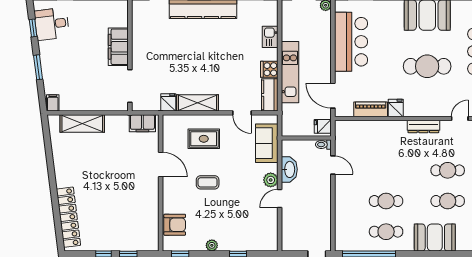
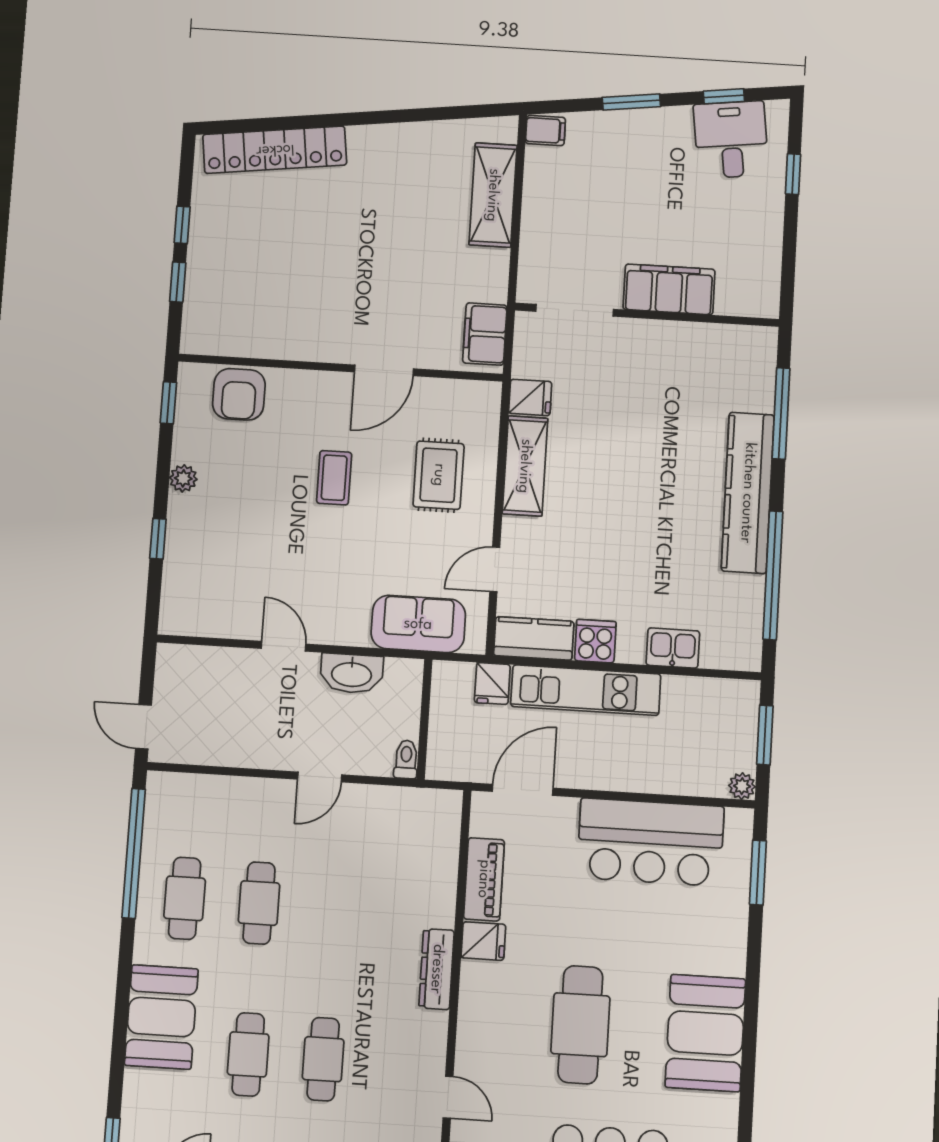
fridge: (323, 126) -> (492, 684), moved, turned 180
dresser: (423, 126) -> (437, 969), moved
door: (333, 165) -> (320, 777), moved
plant: (271, 180) -> (329, 628), removed

